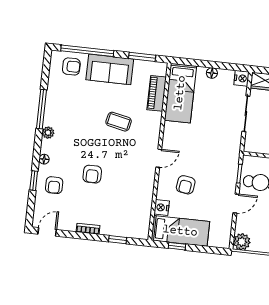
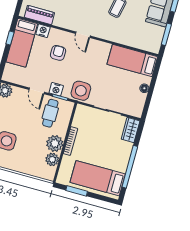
nightstand: (241, 78) -> (56, 89), moved
piano: (157, 93) -> (39, 15), moved
side table: (227, 150) -> (81, 91), added
armchair: (186, 185) -> (58, 53), turned 82

